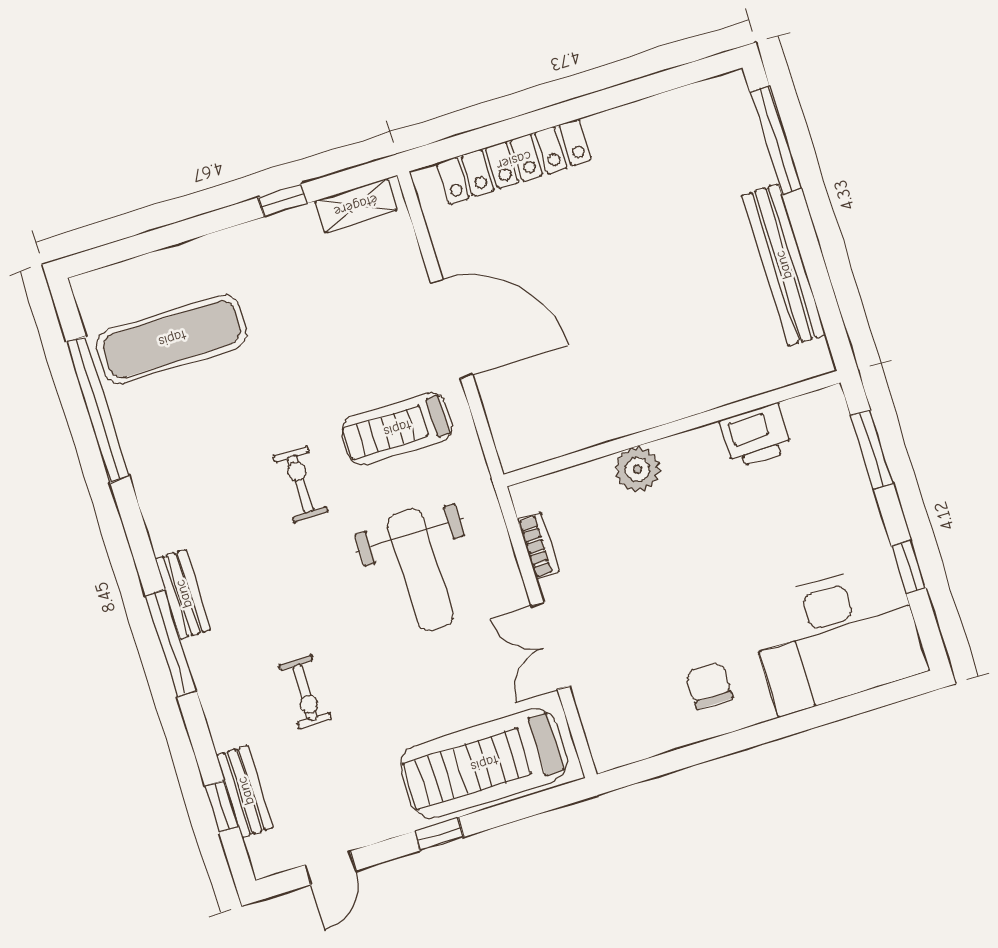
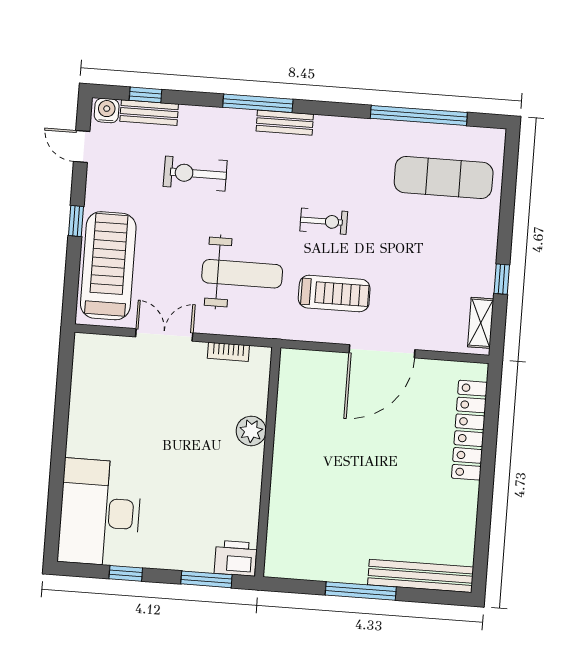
window: (776, 140) -> (361, 591), moved
bench: (783, 265) -> (421, 576), moved
exercise mat: (172, 339) -> (444, 178), turned 90
treadmill: (397, 429) -> (334, 294), turned 90
printer: (756, 435) -> (236, 558), moved, turned 90
weight bench: (420, 570) -> (242, 274), turned 180
chair: (709, 686) -> (101, 422), removed
exercise bike: (305, 692) -> (195, 174), width x1.38, depth x1.39
water cooler: (266, 853) -> (107, 111), added

